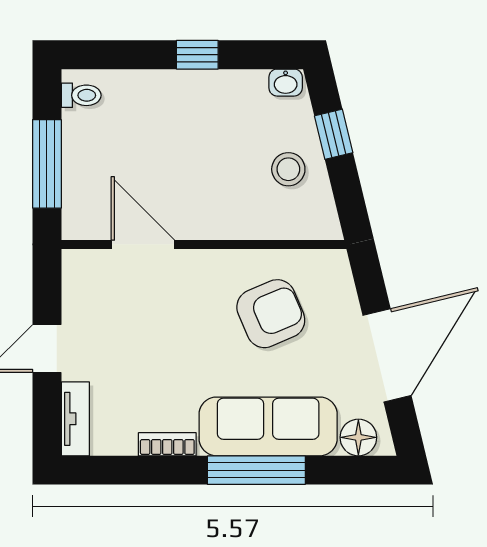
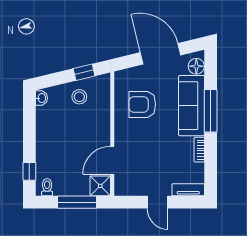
window: (197, 55) -> (29, 171), moved
window: (334, 134) -> (84, 72), moved
shower: (84, 217) -> (100, 186), added
armchair: (271, 314) -> (142, 104), turned -67

